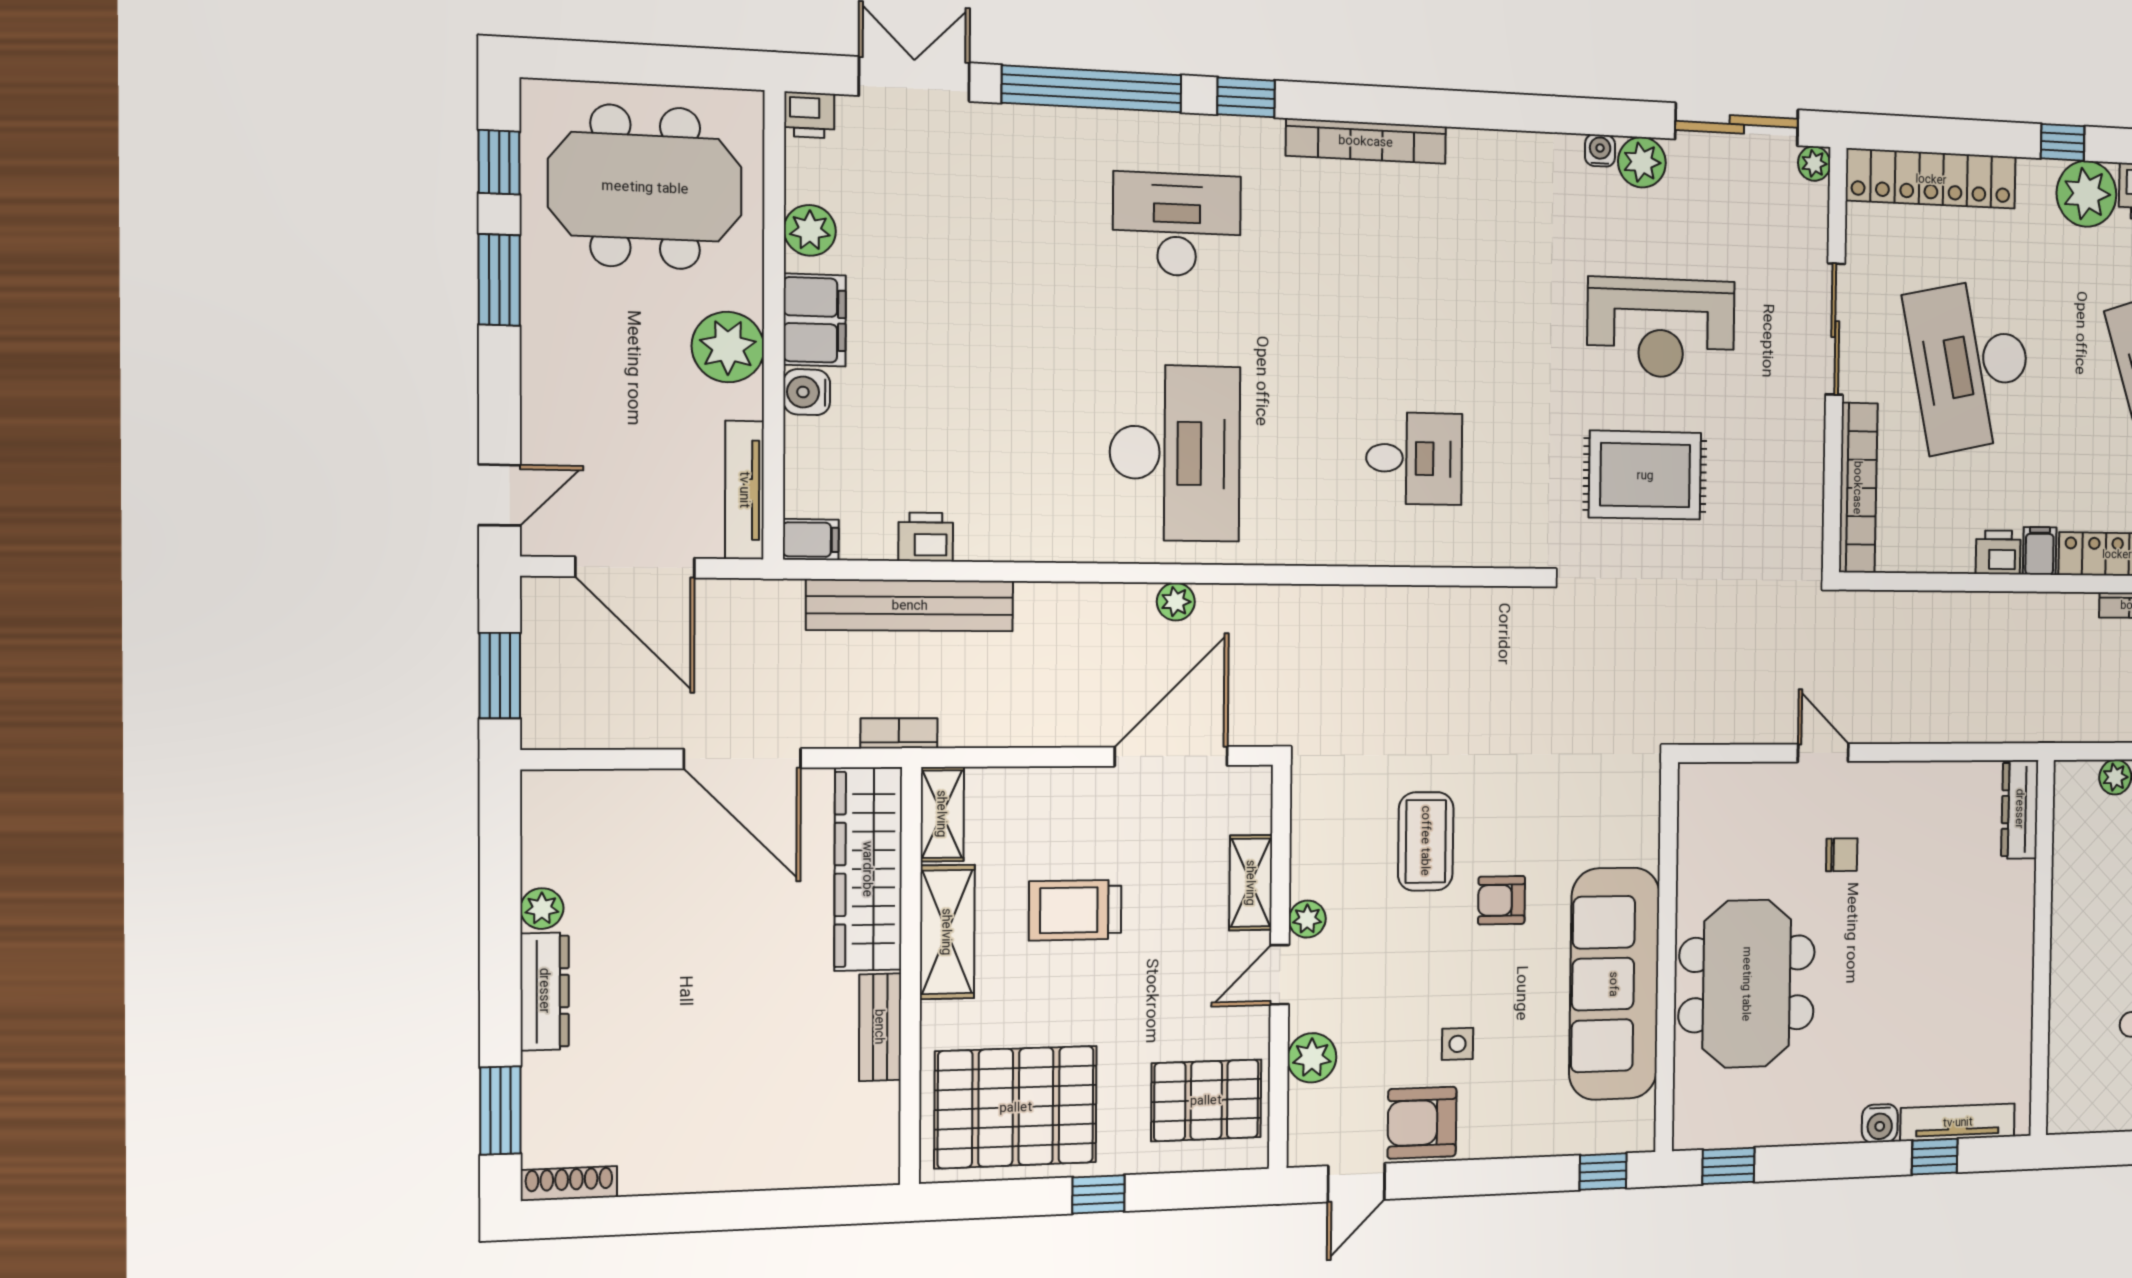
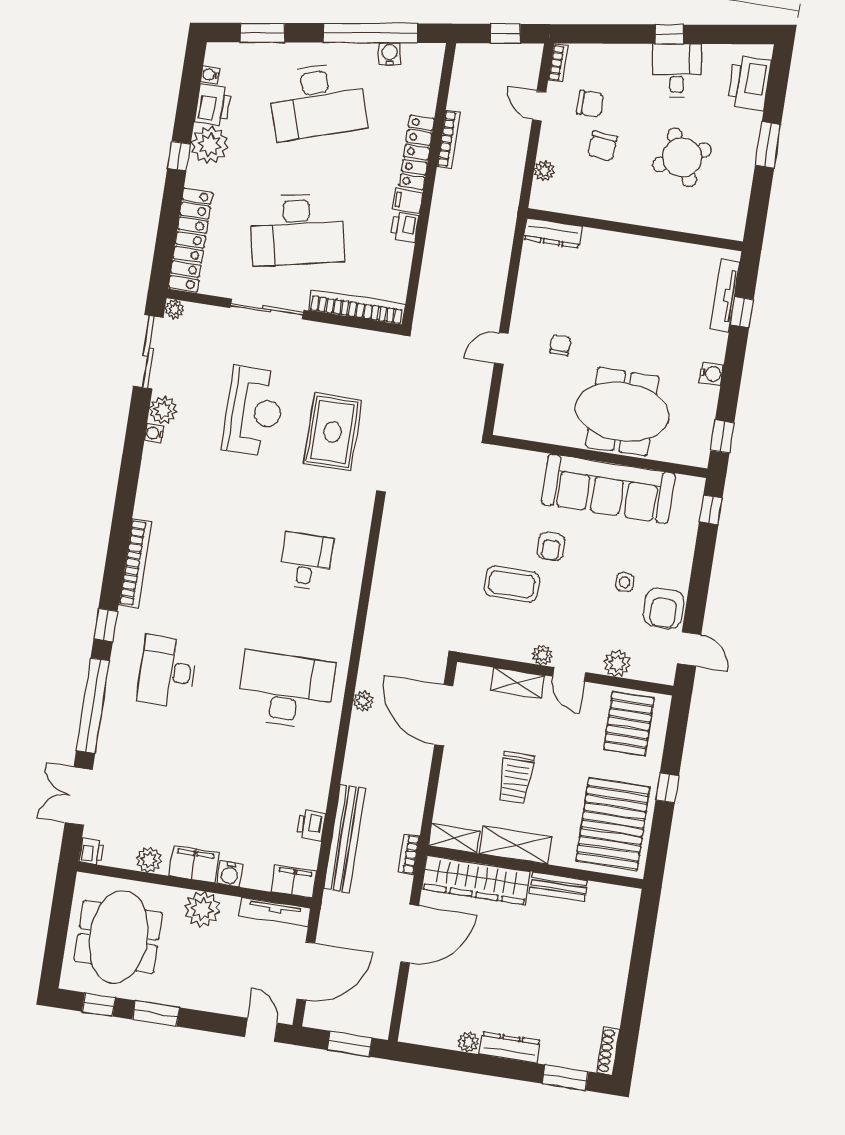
filing cabinet: (811, 540) -> (294, 882), width x2.00
water cooler: (1880, 1123) -> (711, 374), moved

